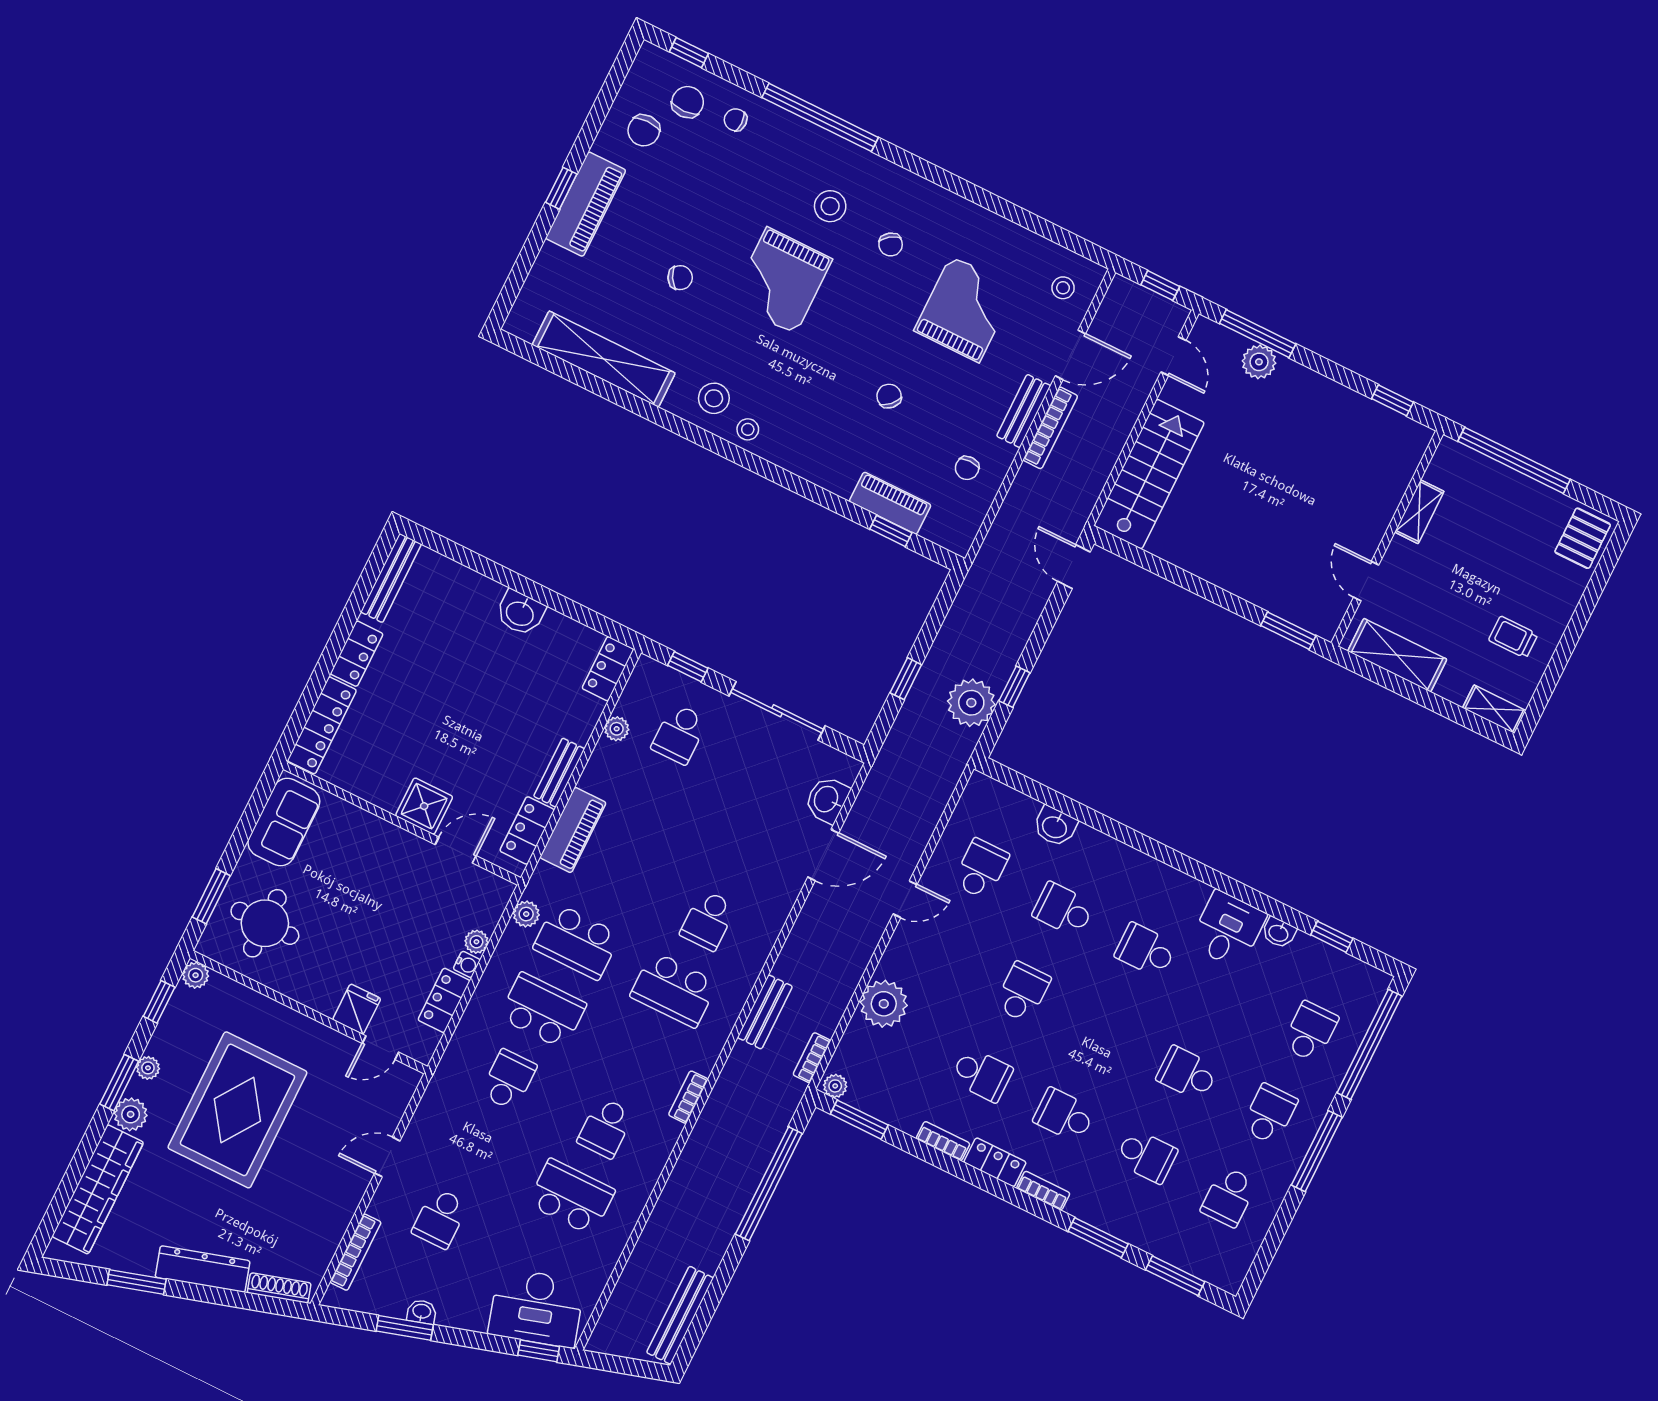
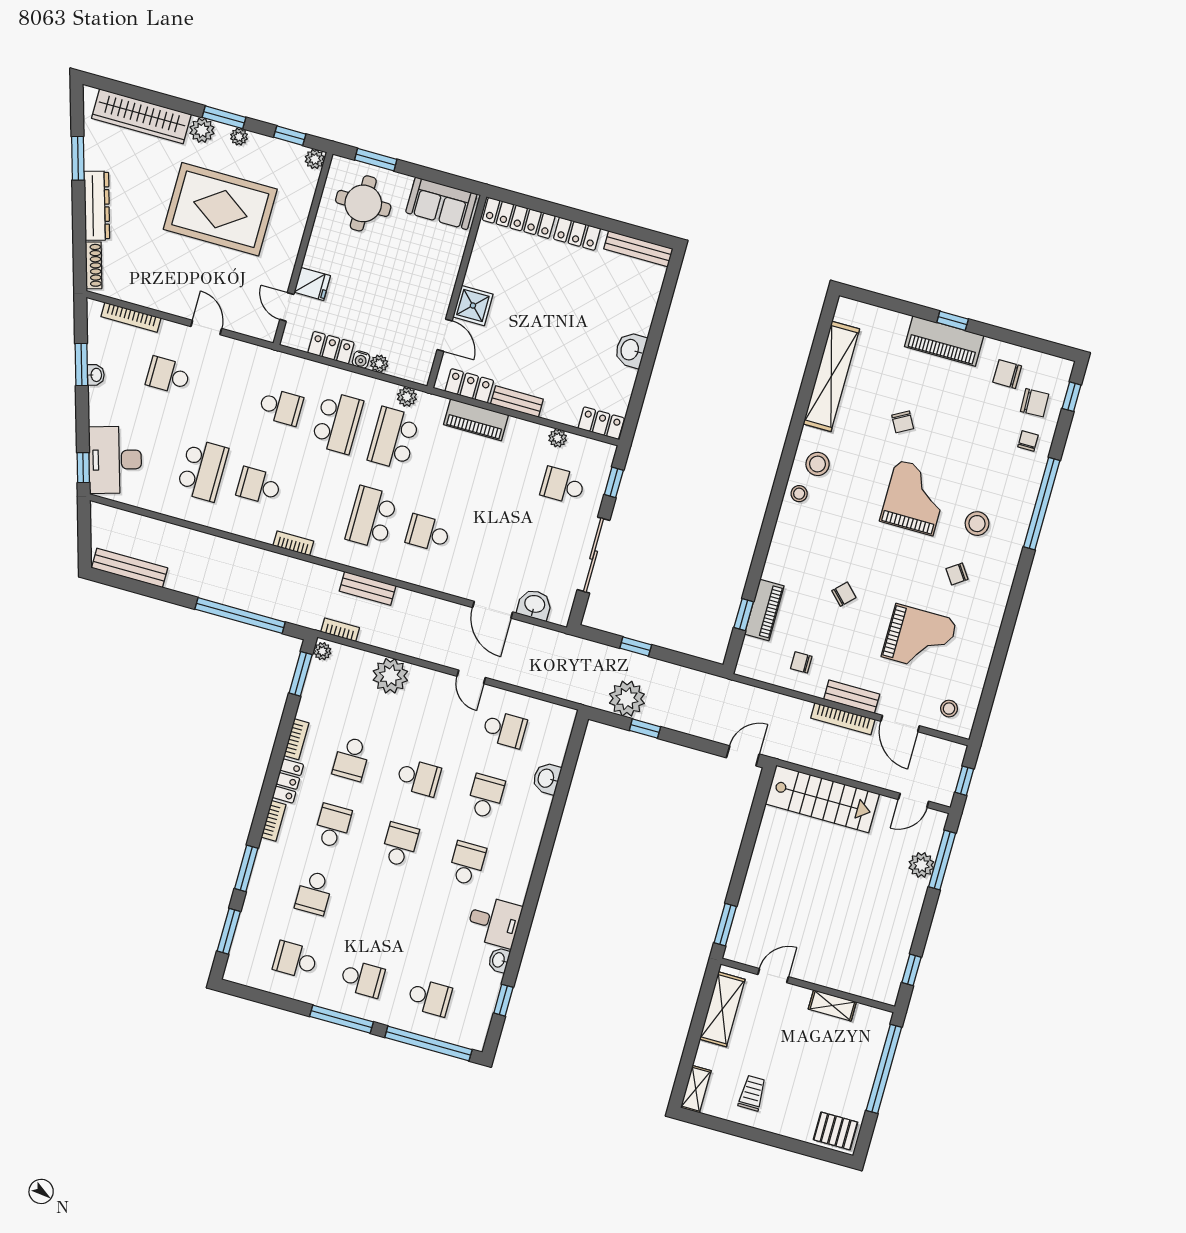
grand piano: (781, 281) -> (915, 498), turned 90
school desk: (1187, 1073) -> (400, 845), moved

